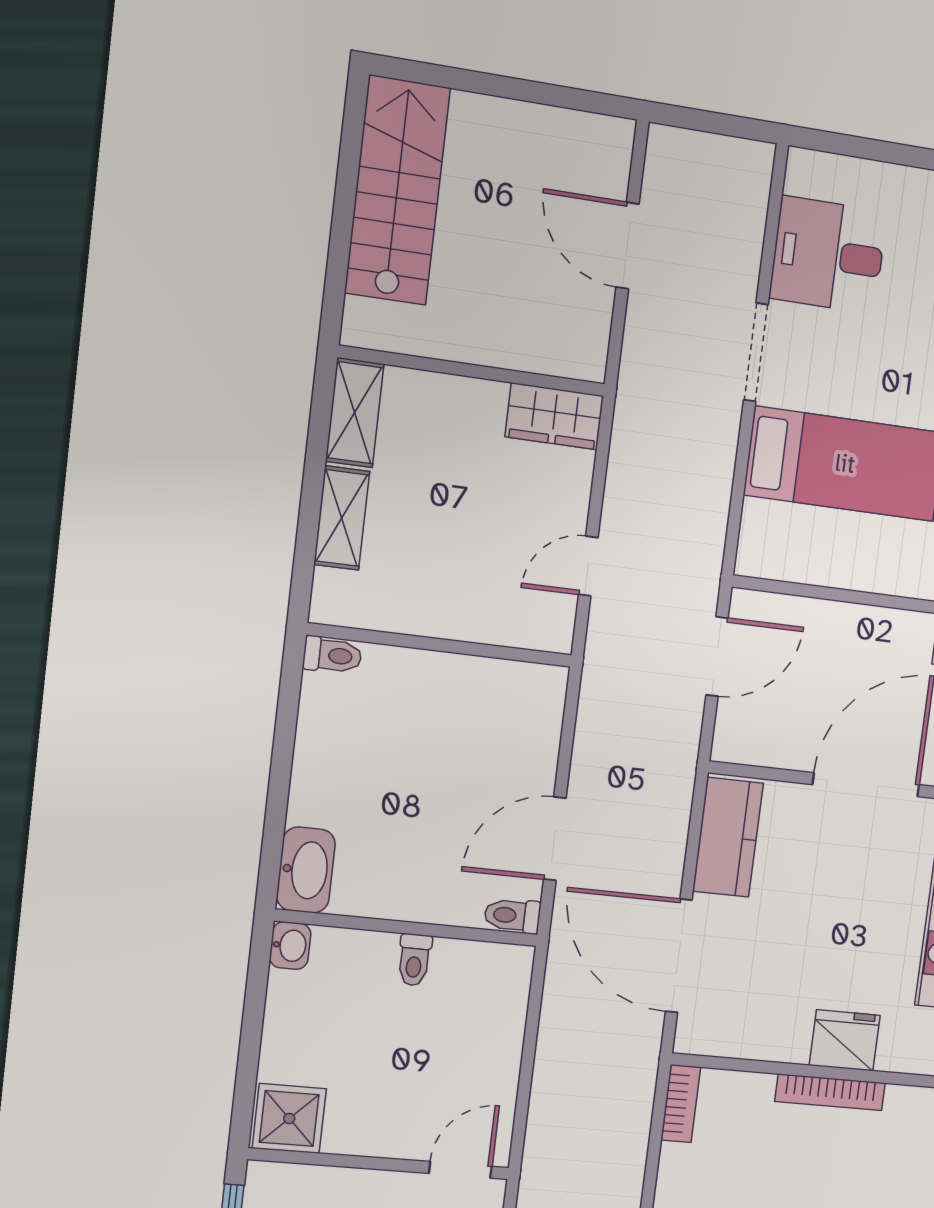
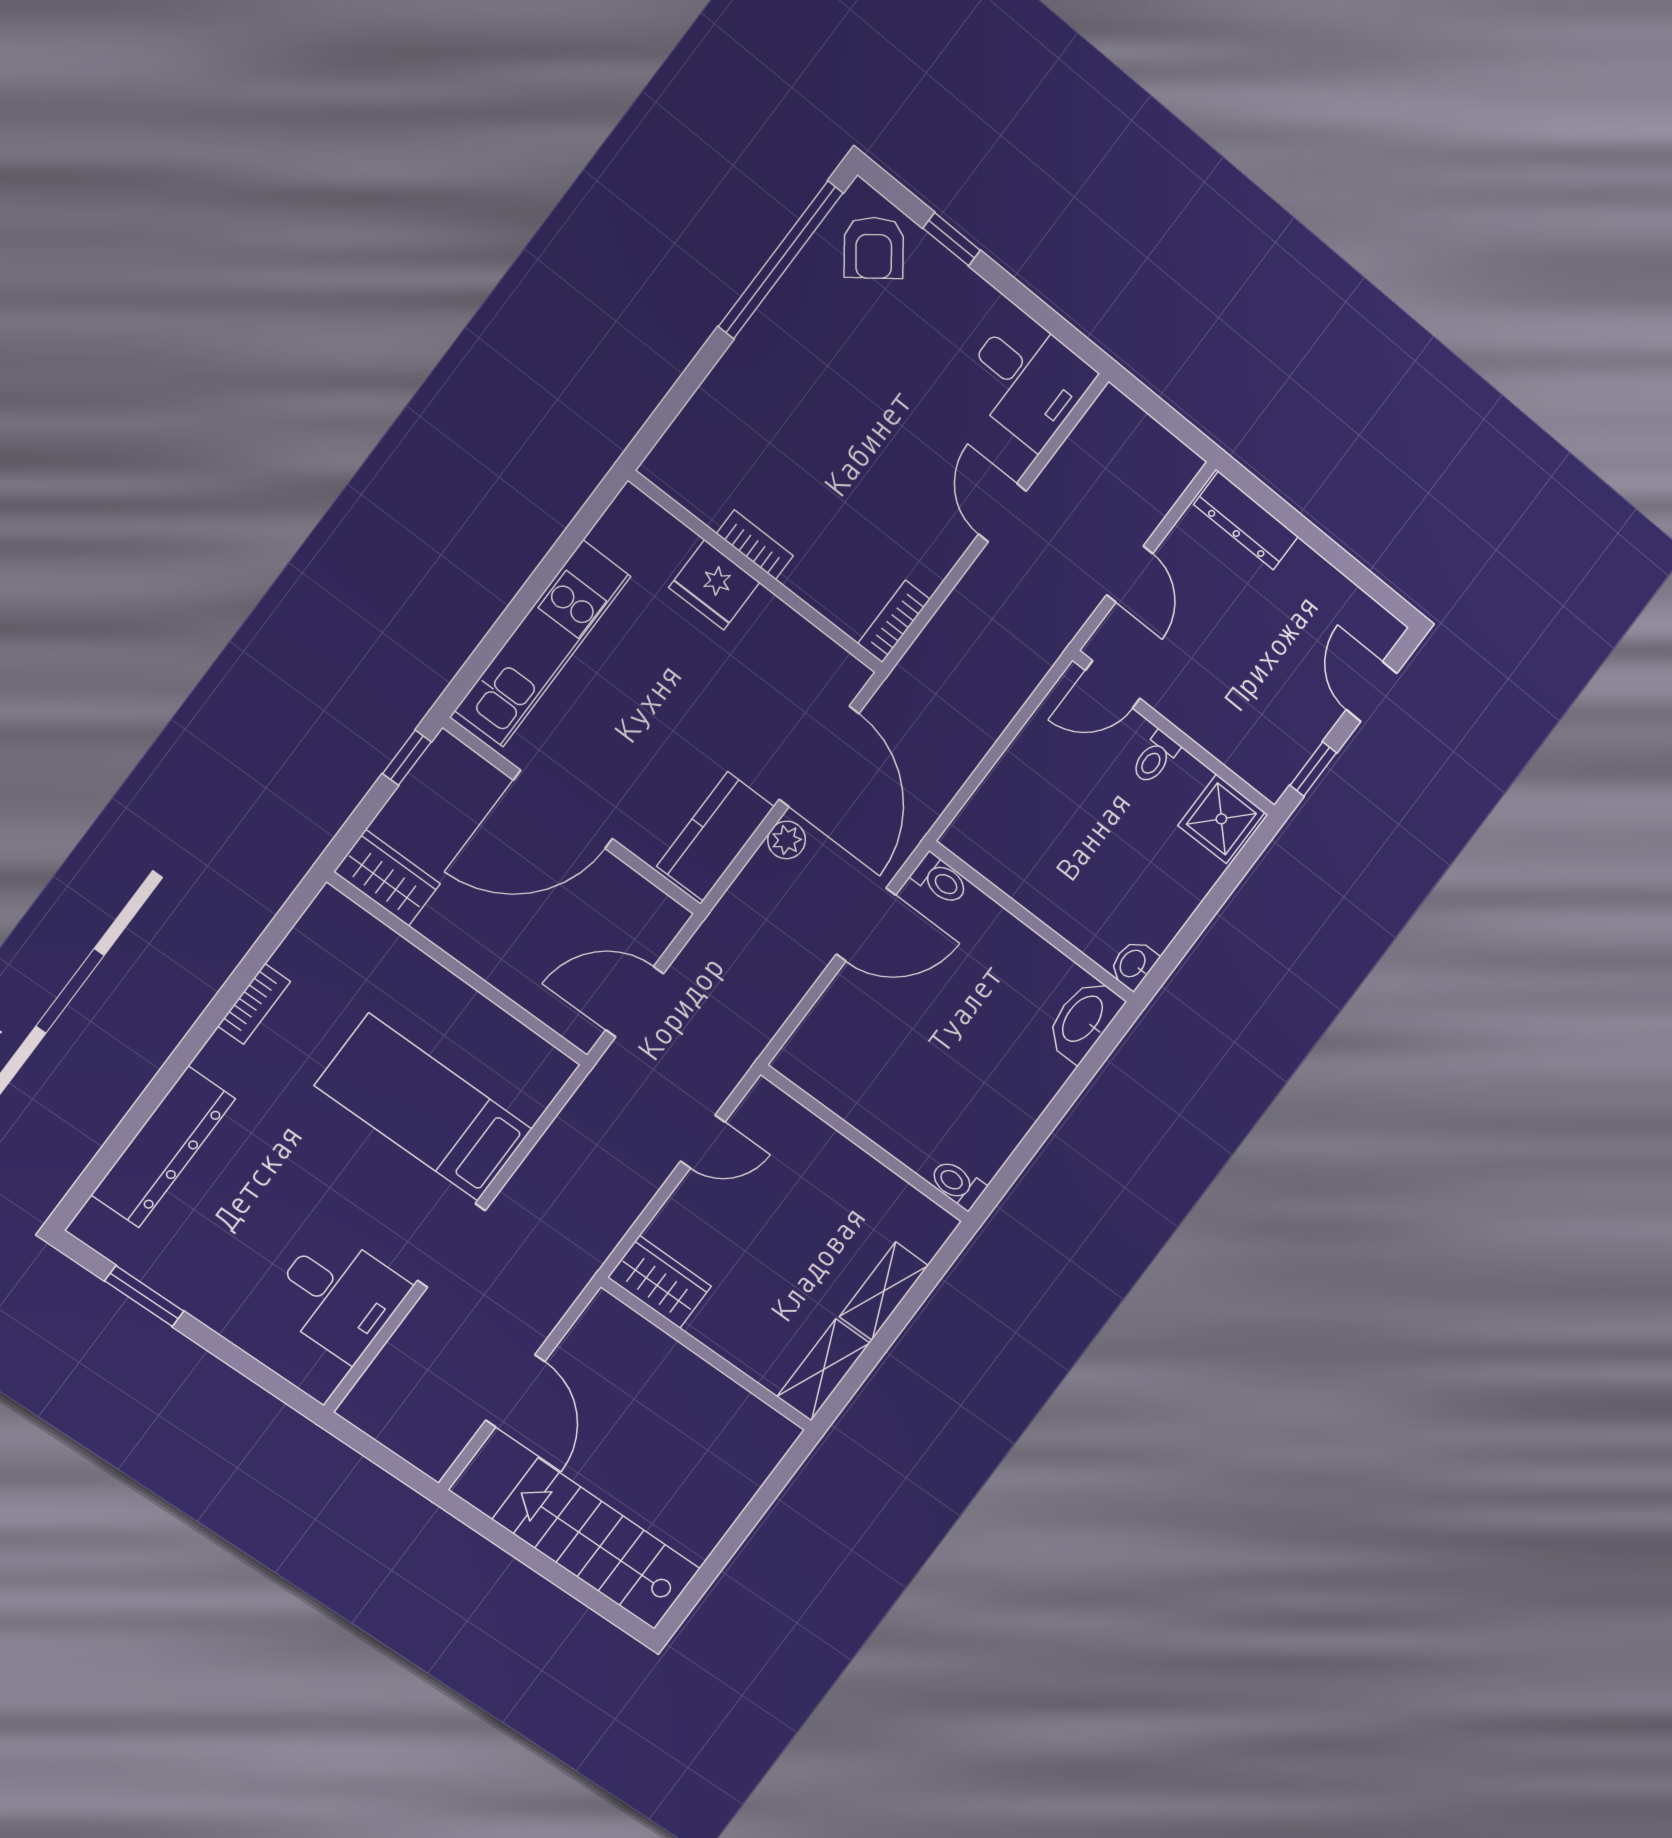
stairs: (397, 191) -> (597, 1544), moved, turned 90
plant: (666, 870) -> (787, 840), added
toilet: (414, 960) -> (1155, 758), moved, turned 180
bookcase: (830, 1092) -> (755, 545), width x0.64

